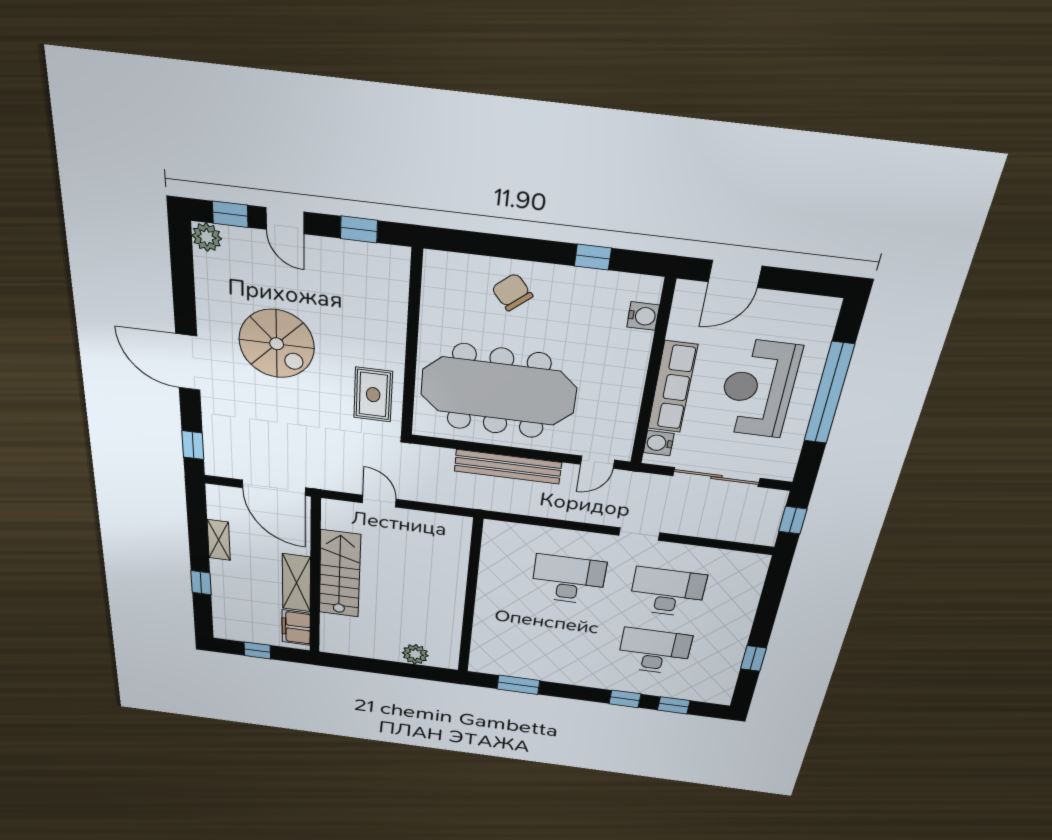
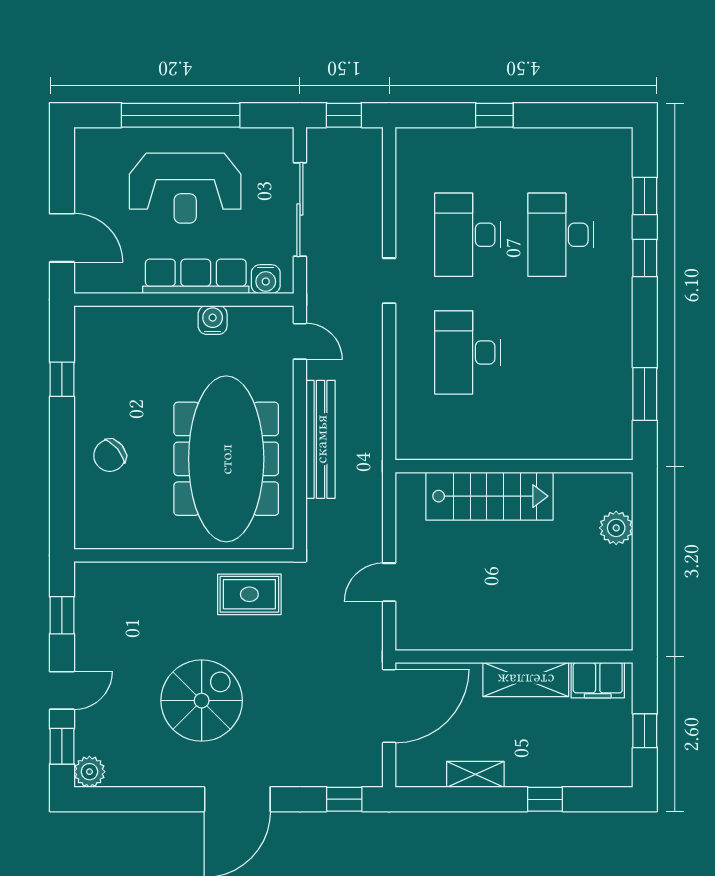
water cooler: (643, 316) -> (213, 320), moved
stairs: (340, 574) -> (490, 496), moved, turned 180
window: (753, 658) -> (494, 115), moved

